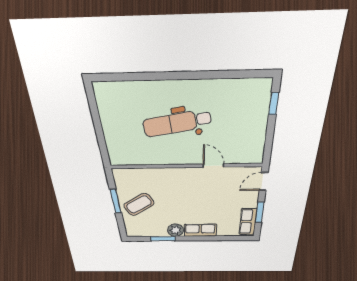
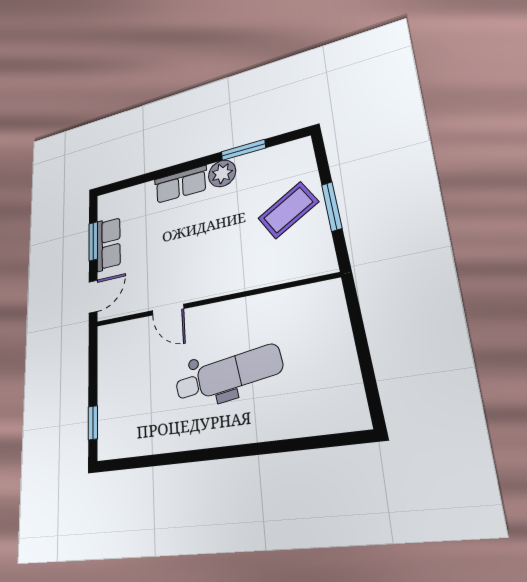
row of seats: (248, 222) -> (109, 244), moved

